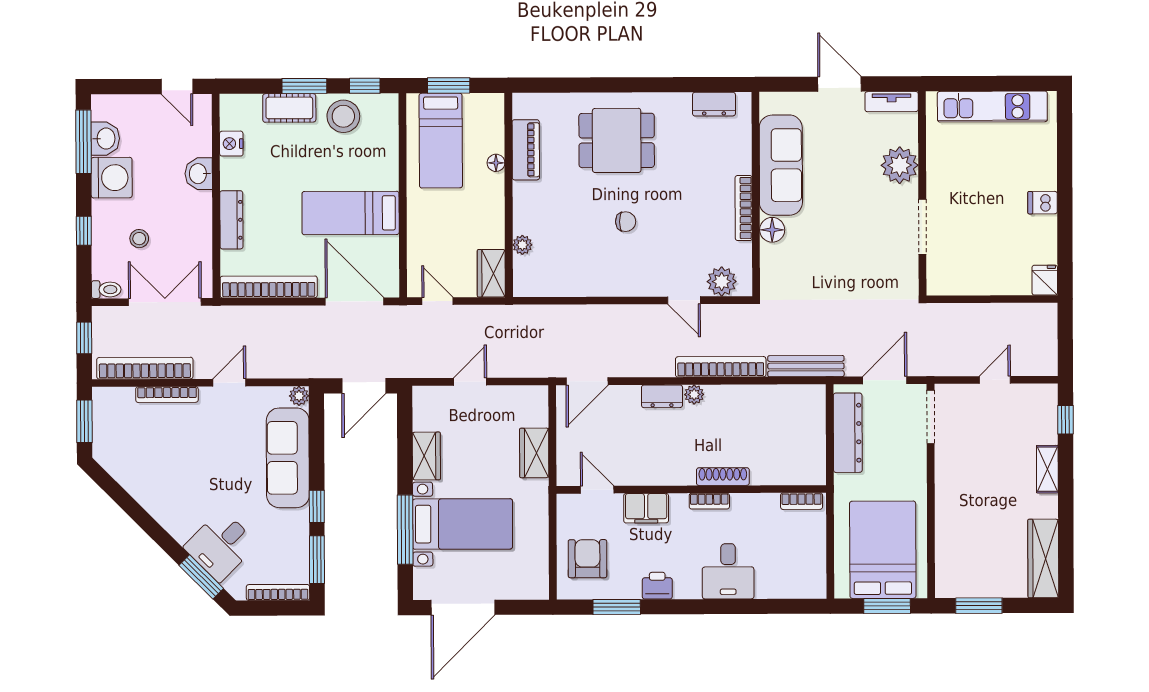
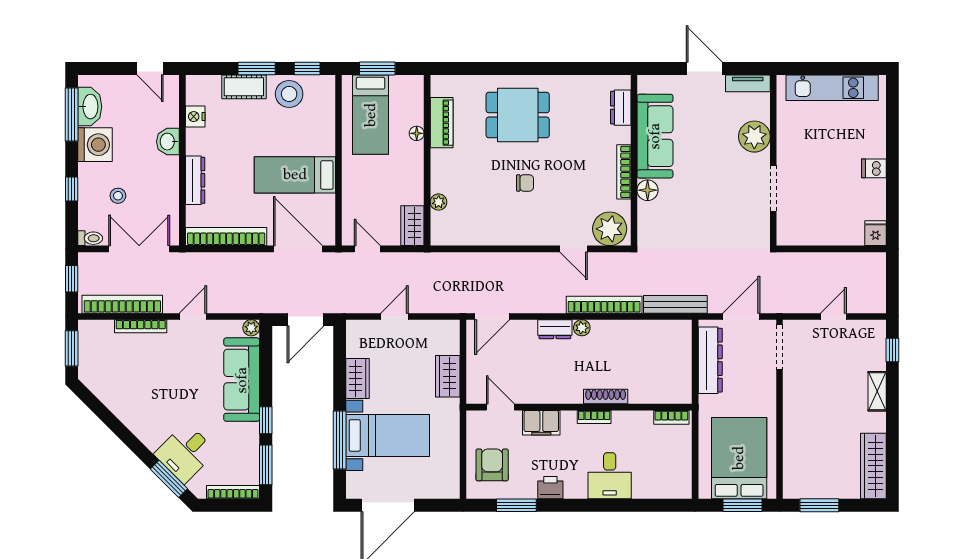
dresser: (714, 104) -> (621, 108), moved, turned 90
washbasin: (105, 139) -> (90, 107), width x1.38
plant: (722, 282) -> (610, 229), width x1.36, depth x1.36

